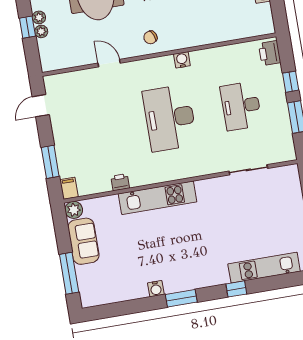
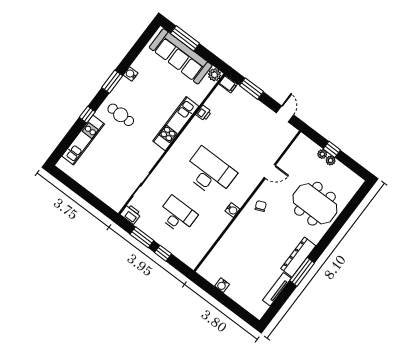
printer: (270, 53) -> (131, 214), moved
sofa: (83, 241) -> (181, 56), width x1.85, depth x1.27
cafe table: (204, 258) -> (121, 115), added

